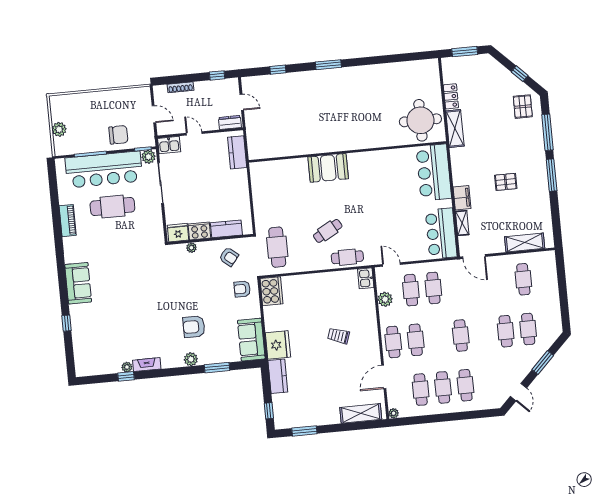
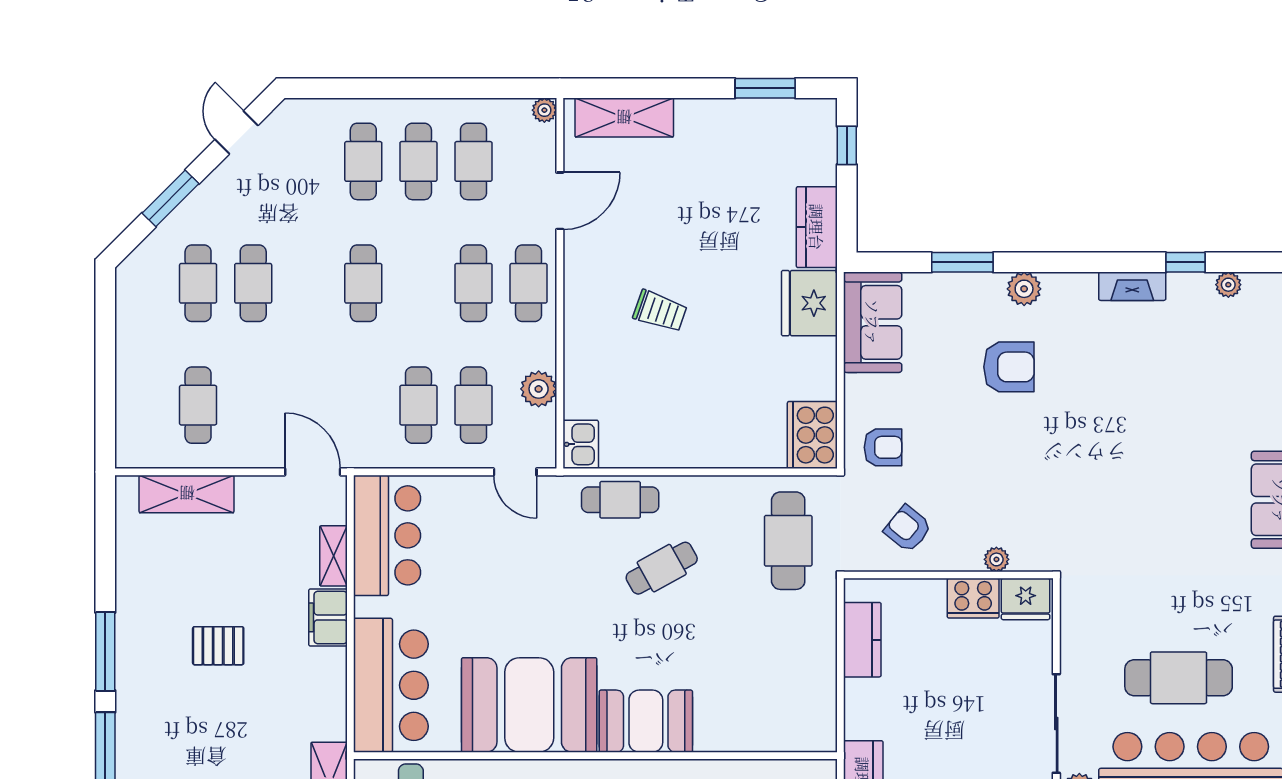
booth: (376, 170) -> (529, 705), added
kitchen counter: (226, 229) -> (862, 640), moved, turned -90
plant: (127, 367) -> (1228, 285), moved

